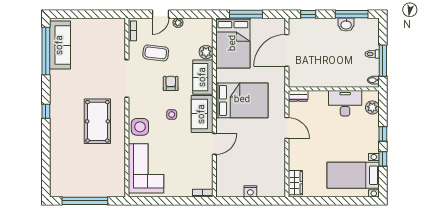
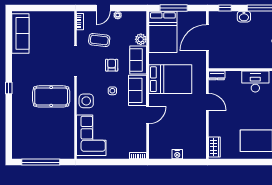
washbasin: (346, 25) -> (244, 17), moved
window: (46, 51) -> (9, 38), removed
pool table: (97, 121) -> (51, 96), turned 90

